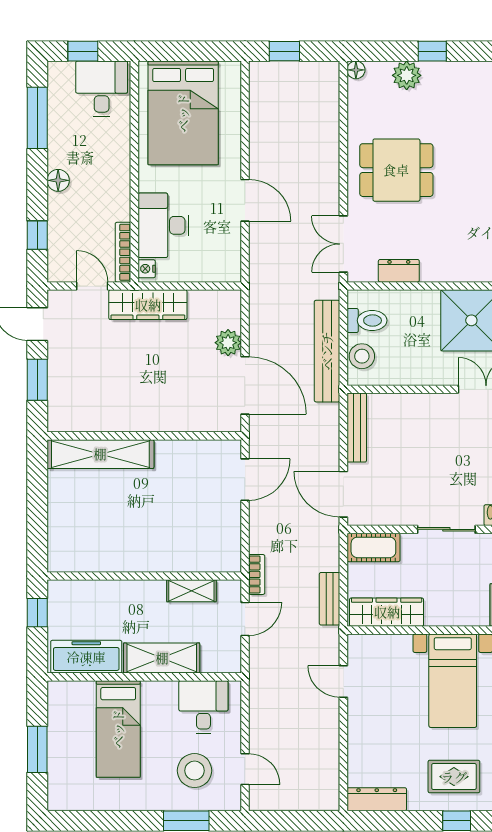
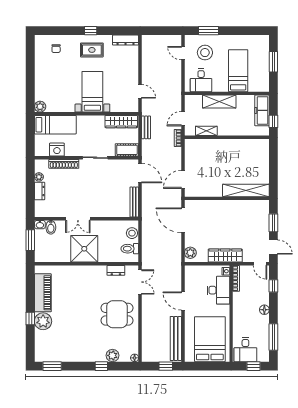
door: (92, 286) -> (260, 264), moved
plant: (228, 343) -> (190, 253), moved
bench: (327, 351) -> (176, 338), moved
freezer: (86, 657) -> (262, 110), moved, turned 90

